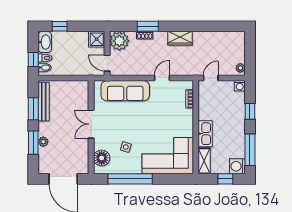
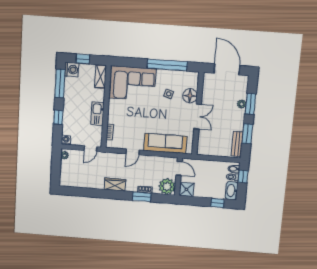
bench: (44, 102) -> (237, 144), width x0.73
kitchen sink: (205, 134) -> (97, 114), moved
floor lamp: (102, 158) -> (190, 96), moved

